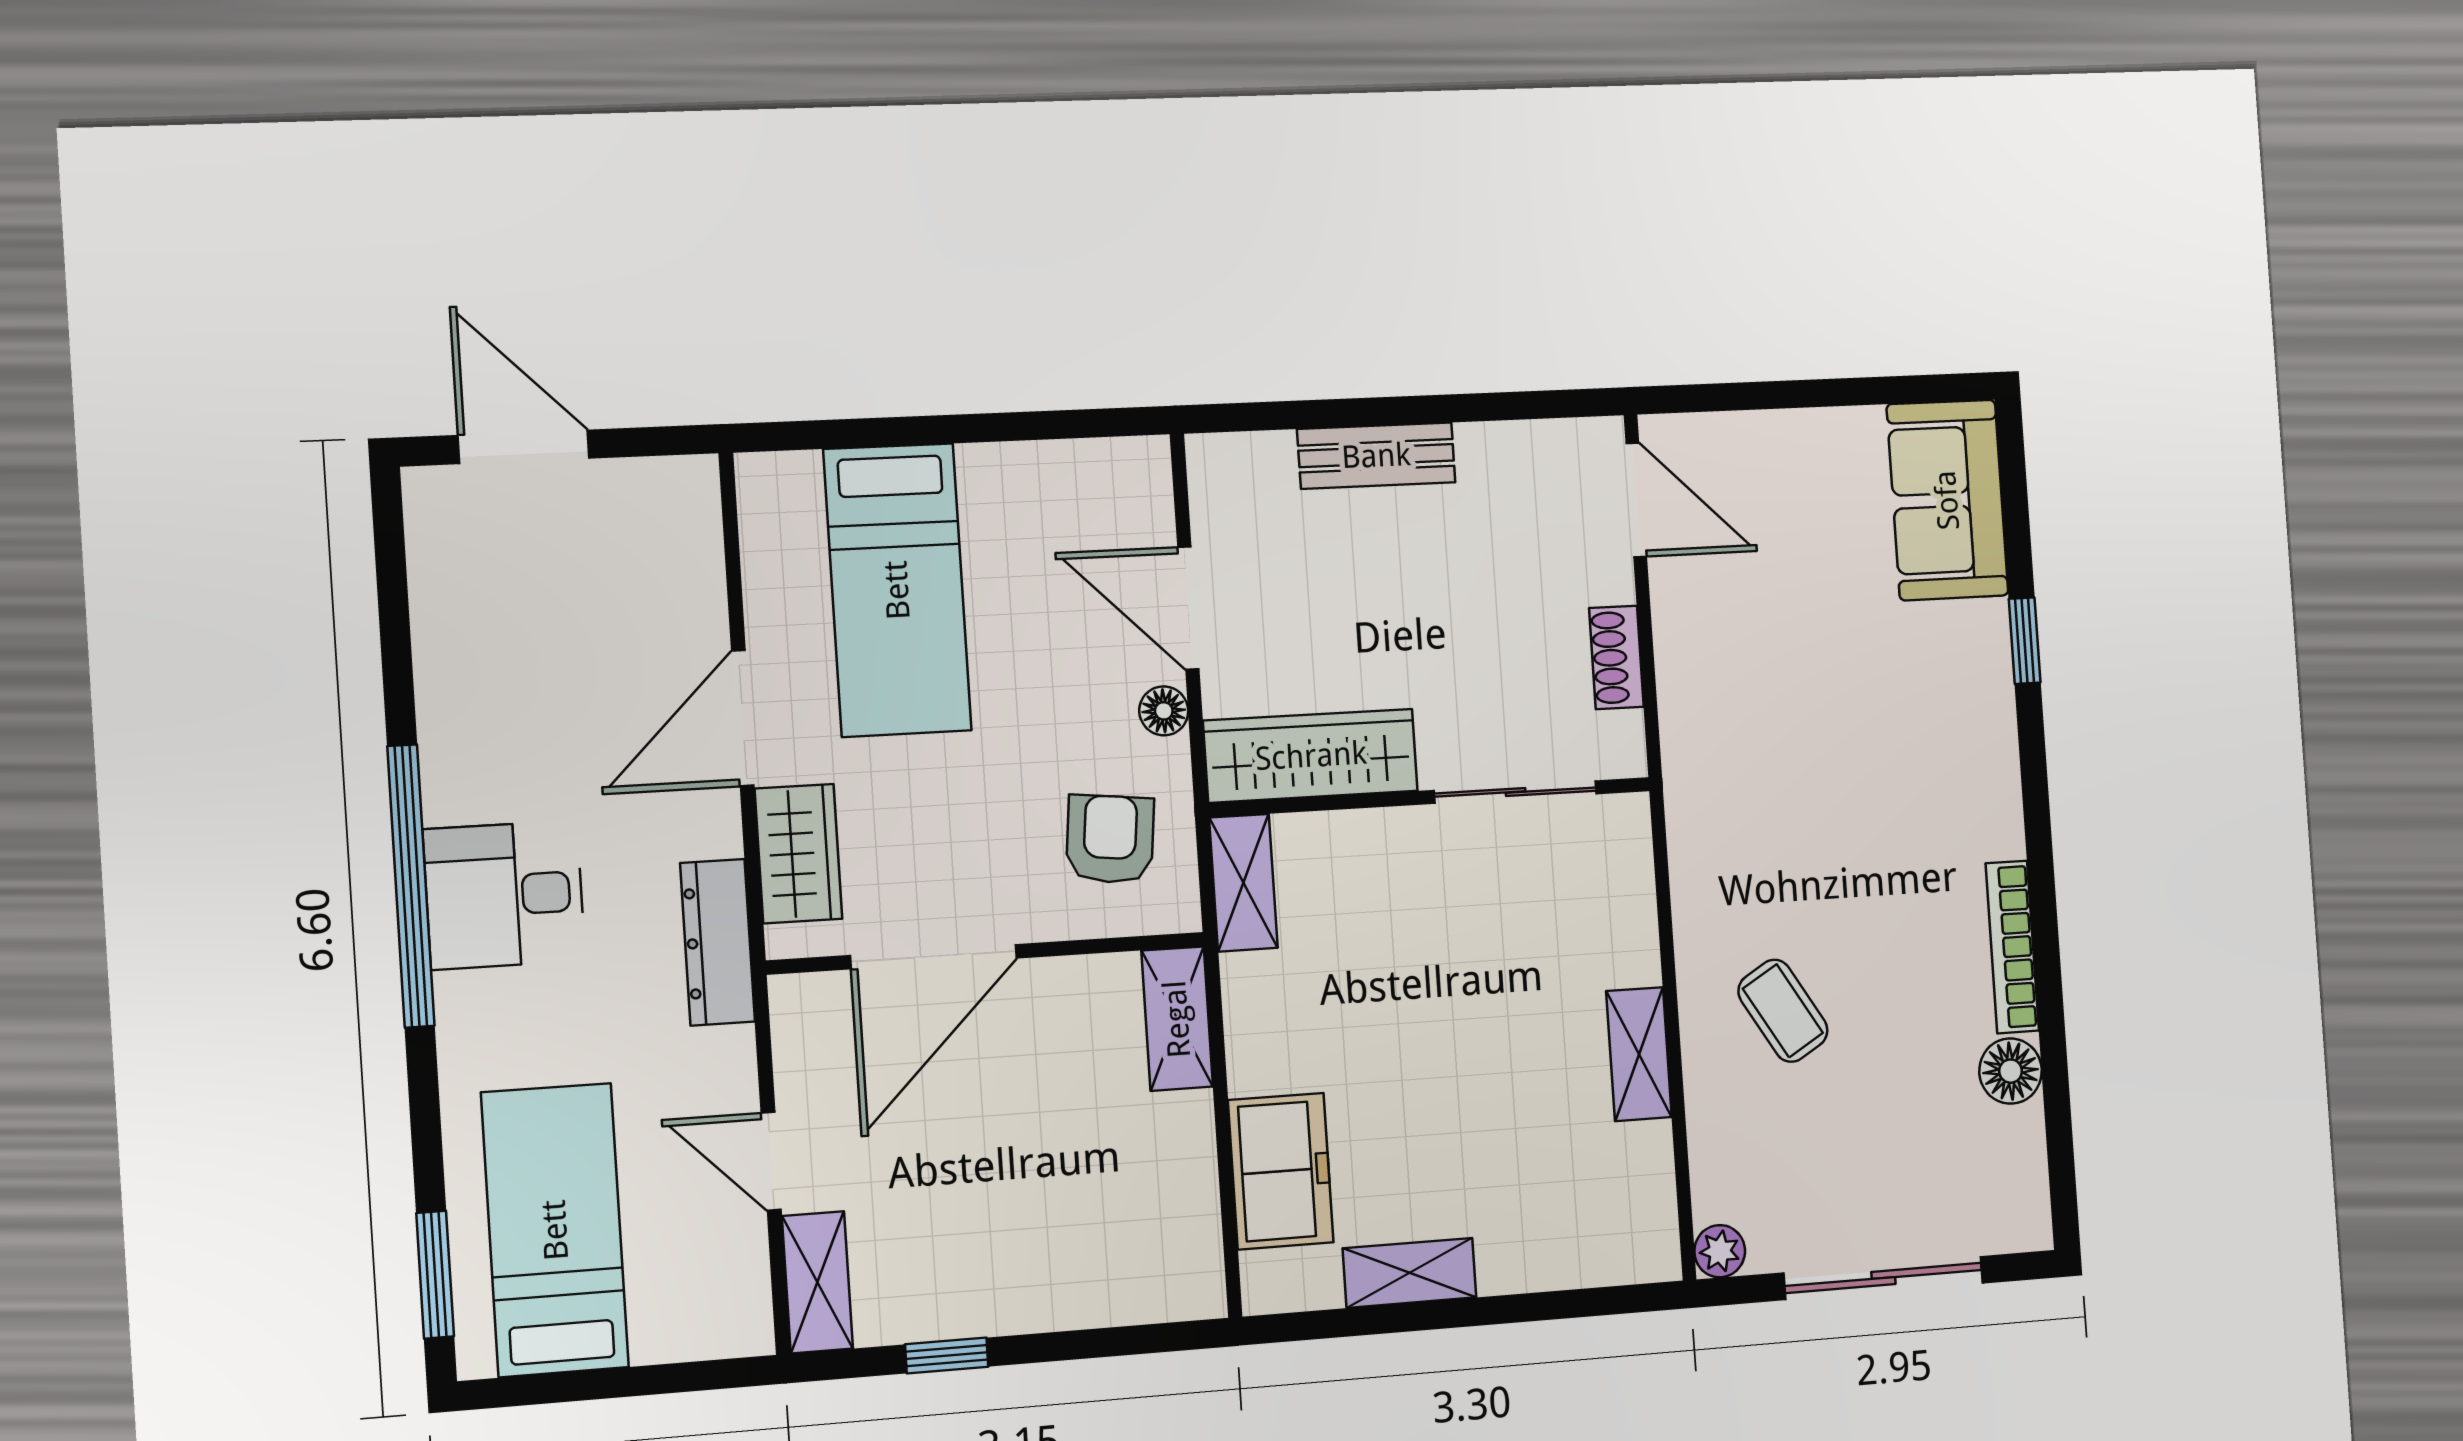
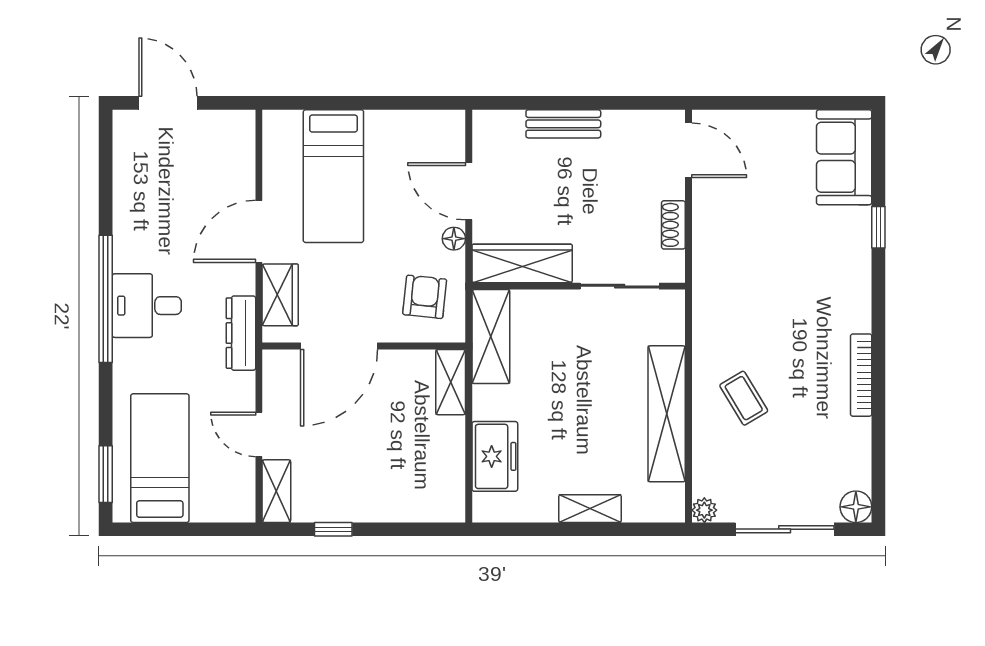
shelving: (1243, 883) -> (491, 337), width x1.50, depth x1.33
shelving: (1639, 1054) -> (667, 414), width x2.20, depth x1.33
floor lamp: (2011, 1071) -> (856, 507), moved
shelving: (1410, 1273) -> (590, 509), moved

